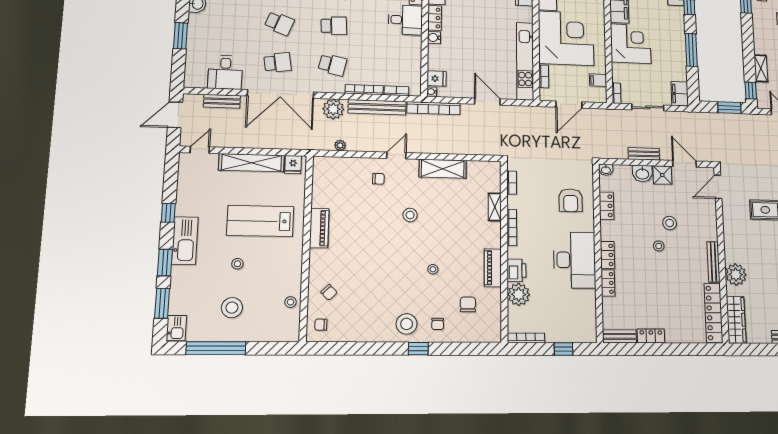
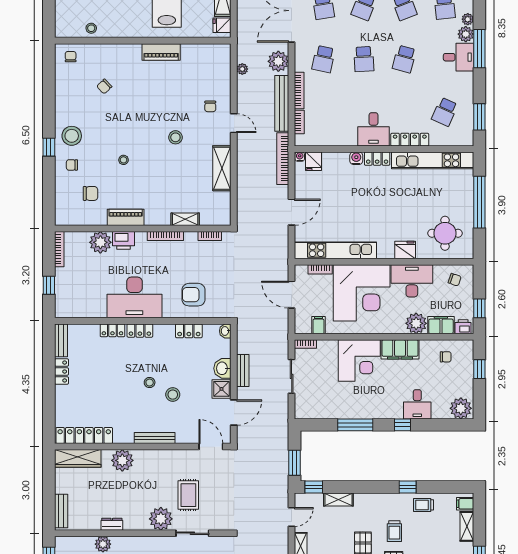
filing cabinet: (680, 94) -> (307, 410), removed
bench: (713, 262) -> (155, 438), moved
chair: (329, 292) -> (104, 86), moved

